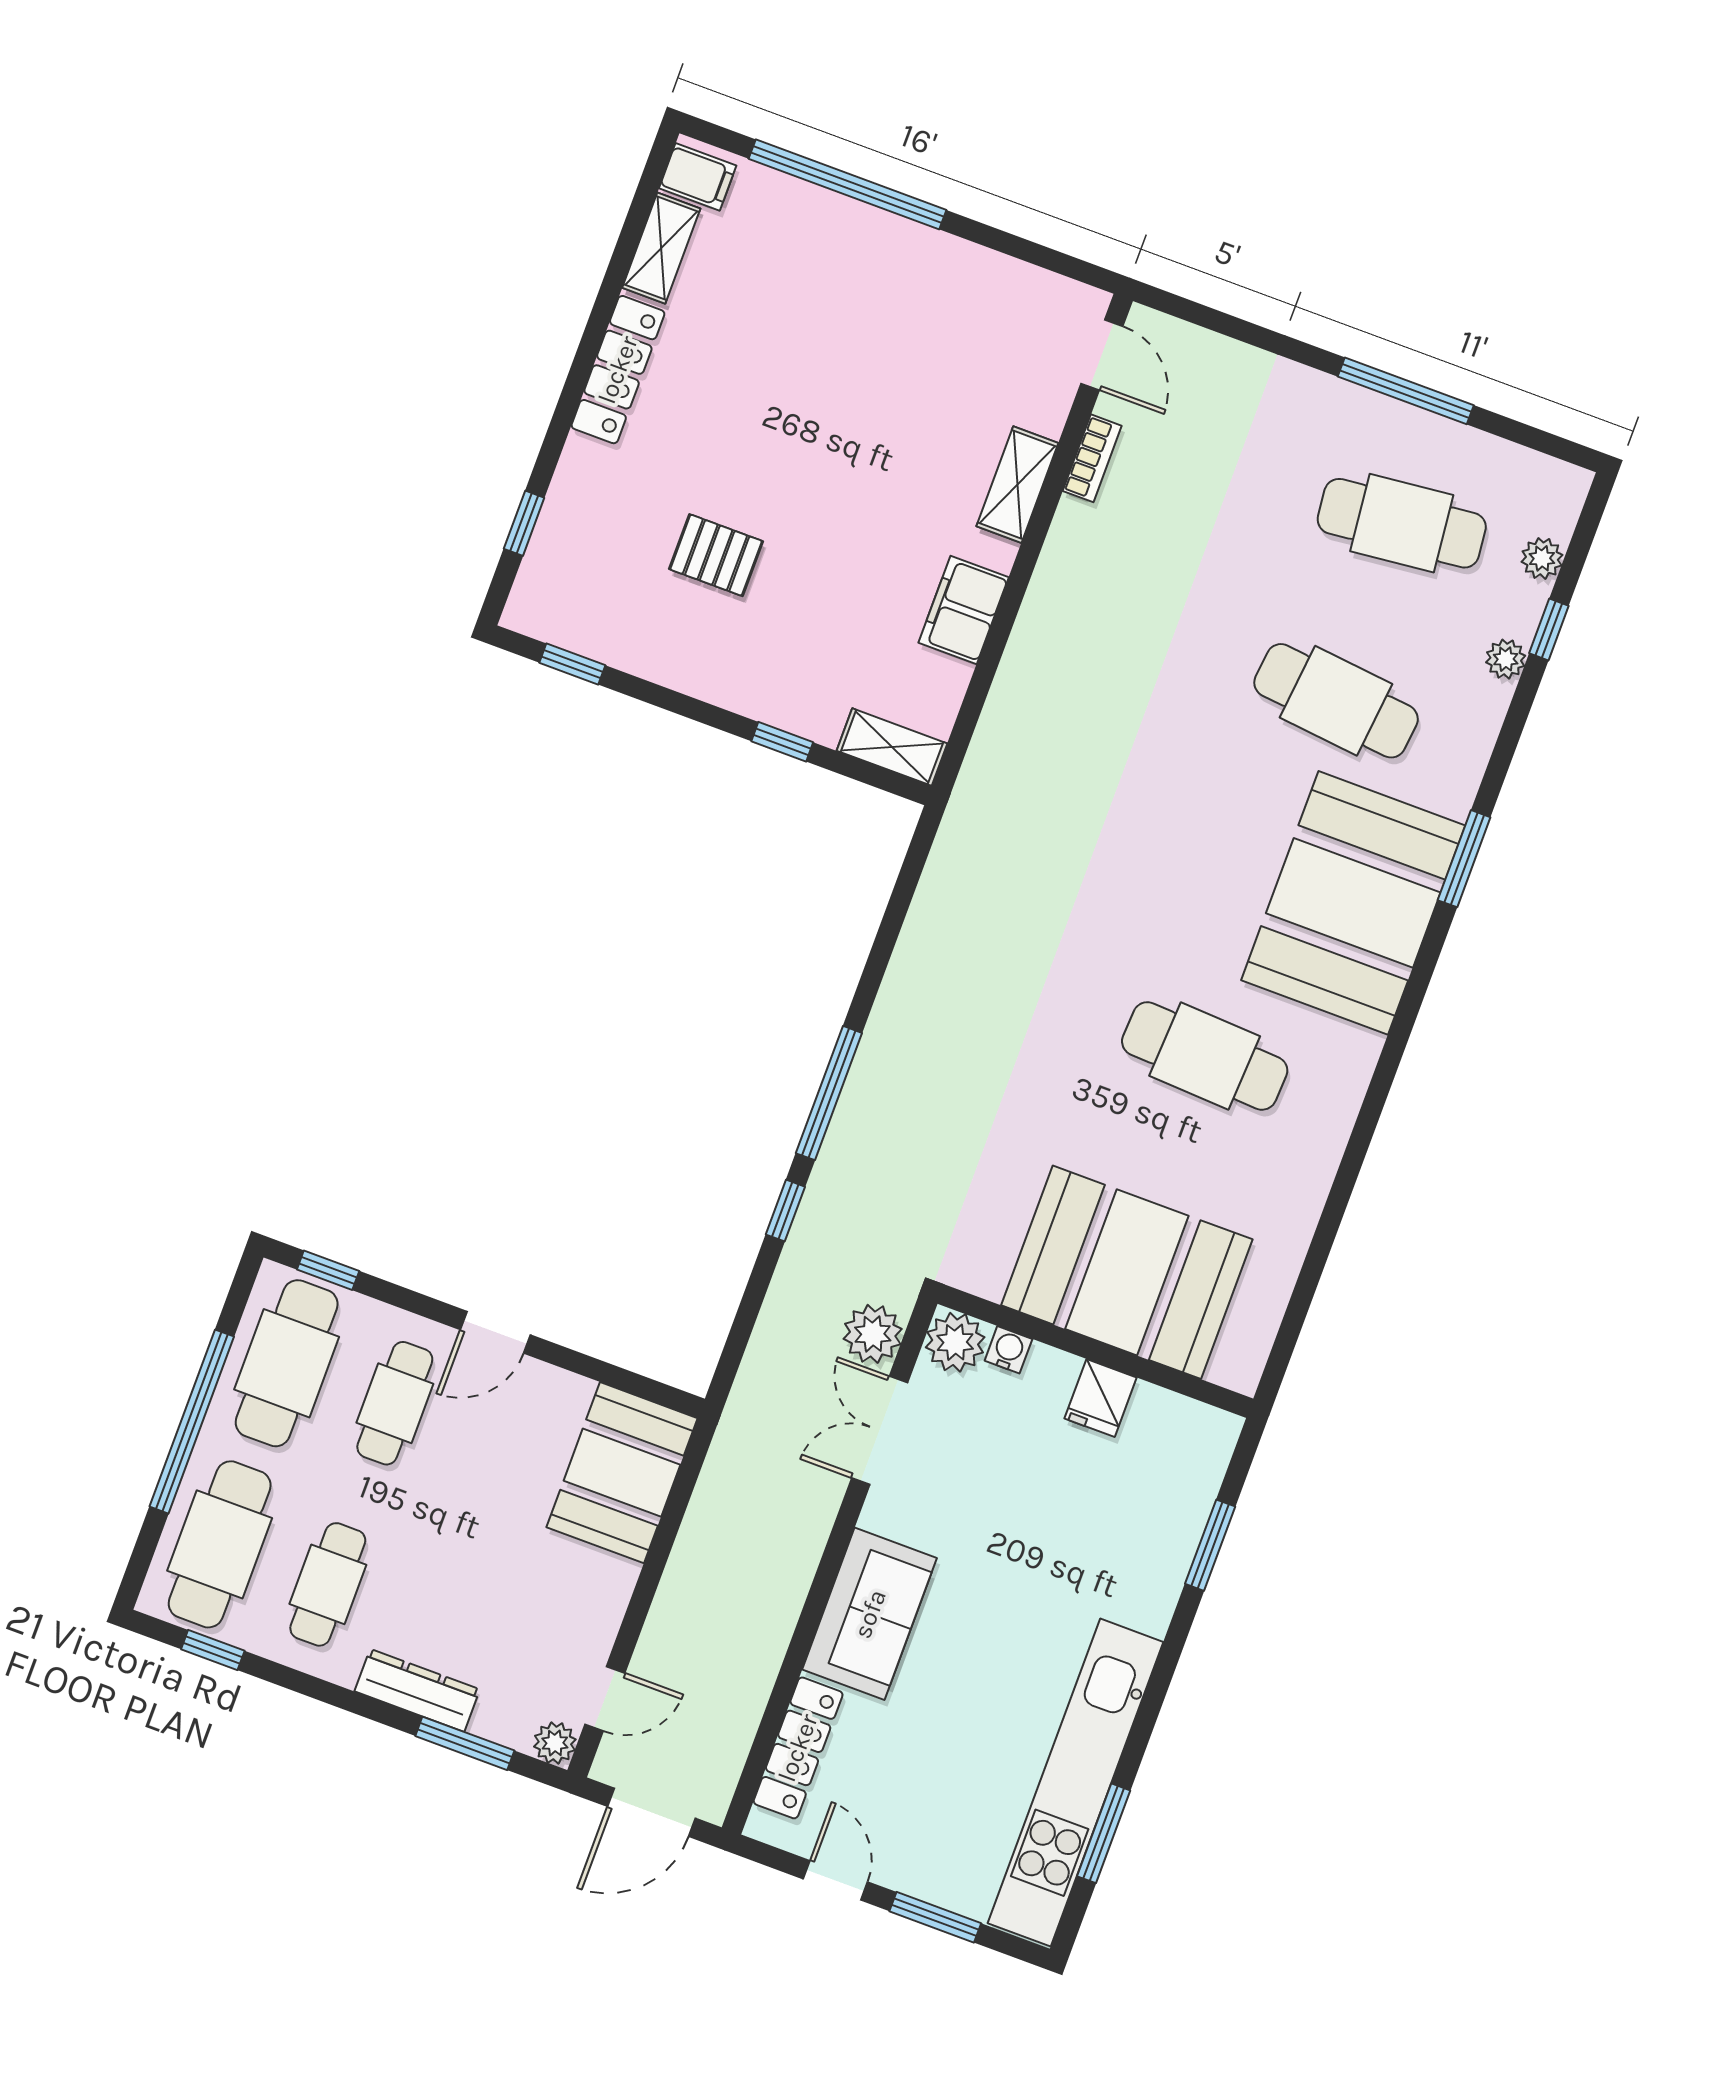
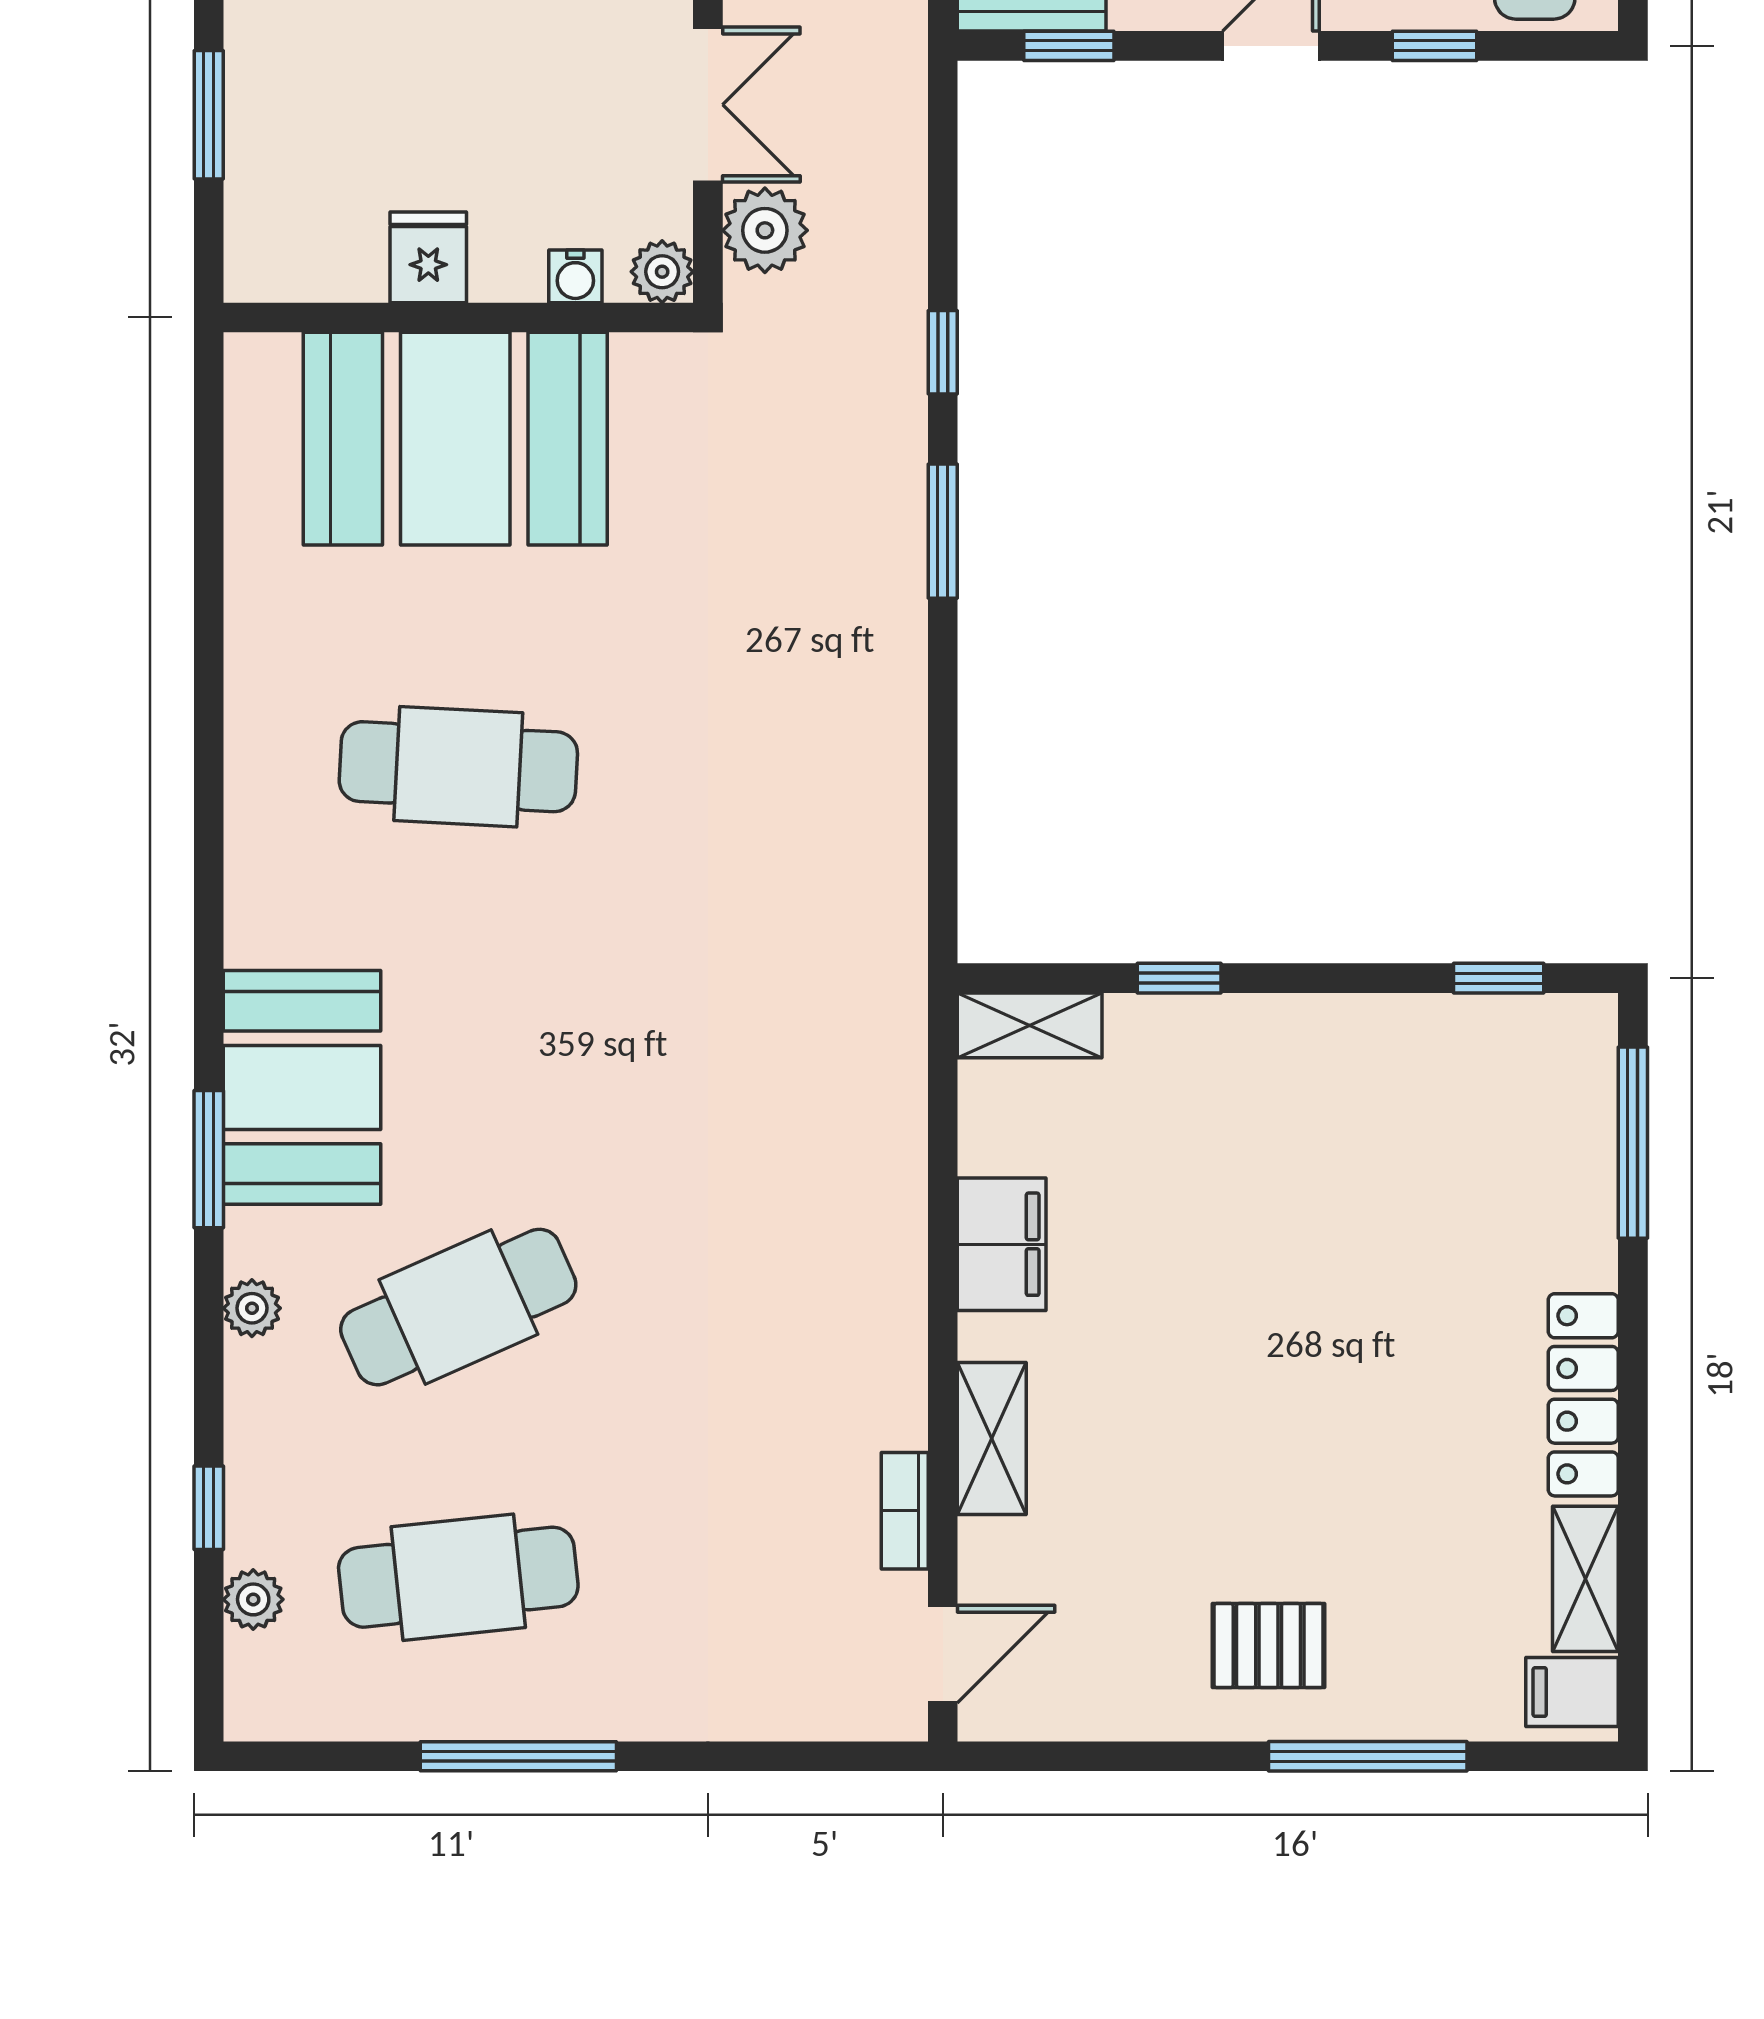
window: (847, 184) -> (1368, 1756), width x0.68
door: (1102, 355) -> (943, 1654), swing flipped
window: (524, 523) -> (1633, 1143), width x2.17
pallet: (716, 555) -> (1269, 1646), moved
plant: (1506, 659) -> (252, 1308), moved
cafe table: (1336, 701) -> (458, 1307), turned -30
booth: (1353, 903) -> (302, 1087), width x0.73, depth x0.70
window: (829, 1093) -> (943, 531), width x0.69
window: (328, 1270) -> (1435, 46), moved
plant: (955, 1342) -> (662, 272), width x0.73, depth x0.73
window: (628, 1381) -> (1069, 46), added

